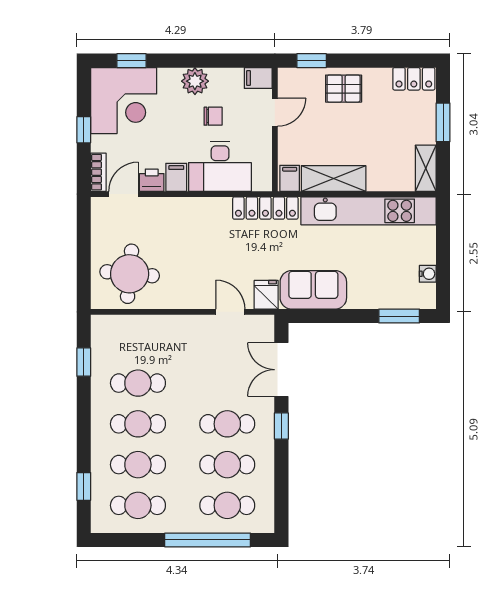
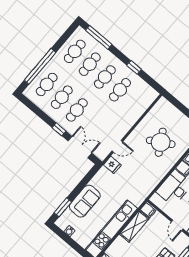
locker: (265, 208) -> (145, 192), removed
round table: (130, 274) -> (161, 142), moved, turned -35
sofa: (313, 290) -> (85, 201), moved
window: (84, 362) -> (134, 67), moved
window: (84, 486) -> (99, 37), width x2.17

